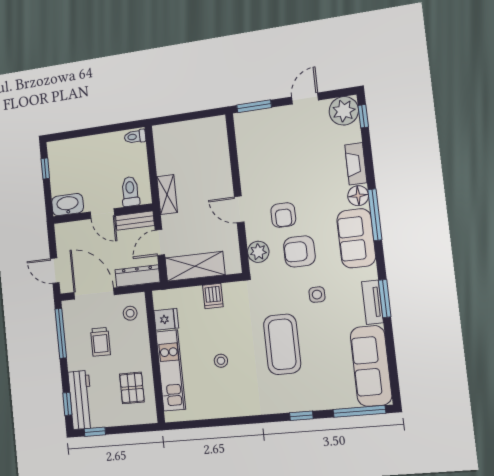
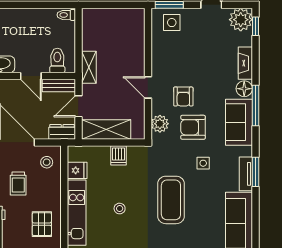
side table: (259, 127) -> (172, 23), added
dresser: (138, 276) -> (62, 132), width x0.70

